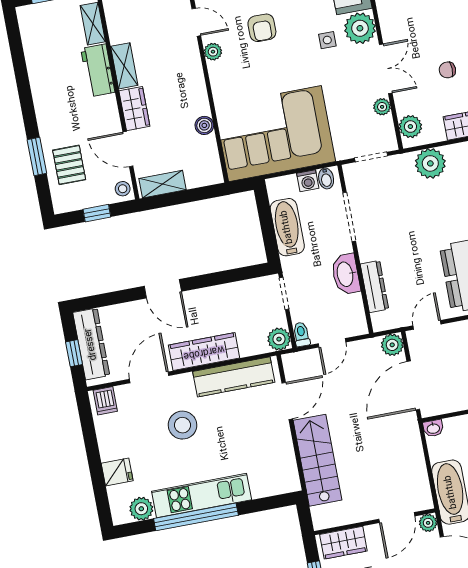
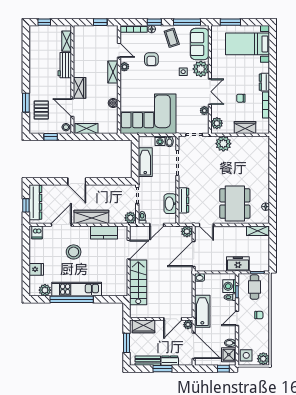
shelving: (124, 66) -> (113, 72), moved
washbasin: (346, 274) -> (170, 204), moved
door: (427, 325) -> (206, 225), swing flipped
kitchen counter: (234, 377) -> (104, 232), width x0.67

